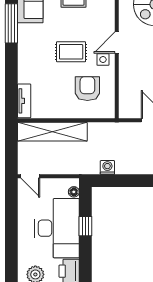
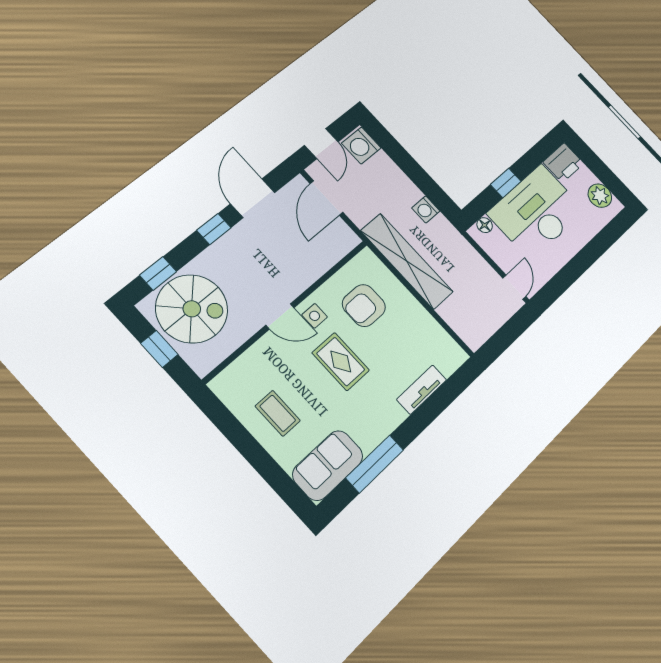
tv unit: (24, 101) -> (422, 390), moved
shelving: (52, 132) -> (407, 261), moved

